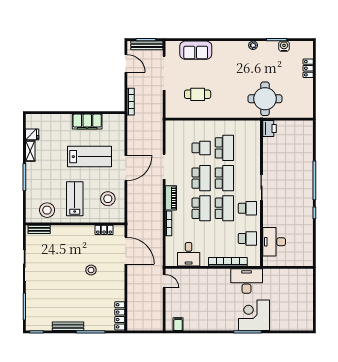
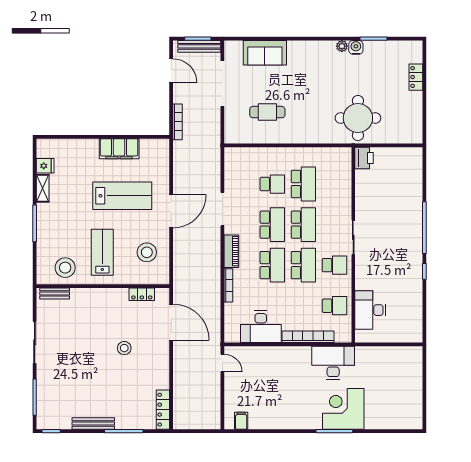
water cooler: (284, 46) -> (356, 47), moved
desk: (189, 254) -> (261, 327), width x1.37

